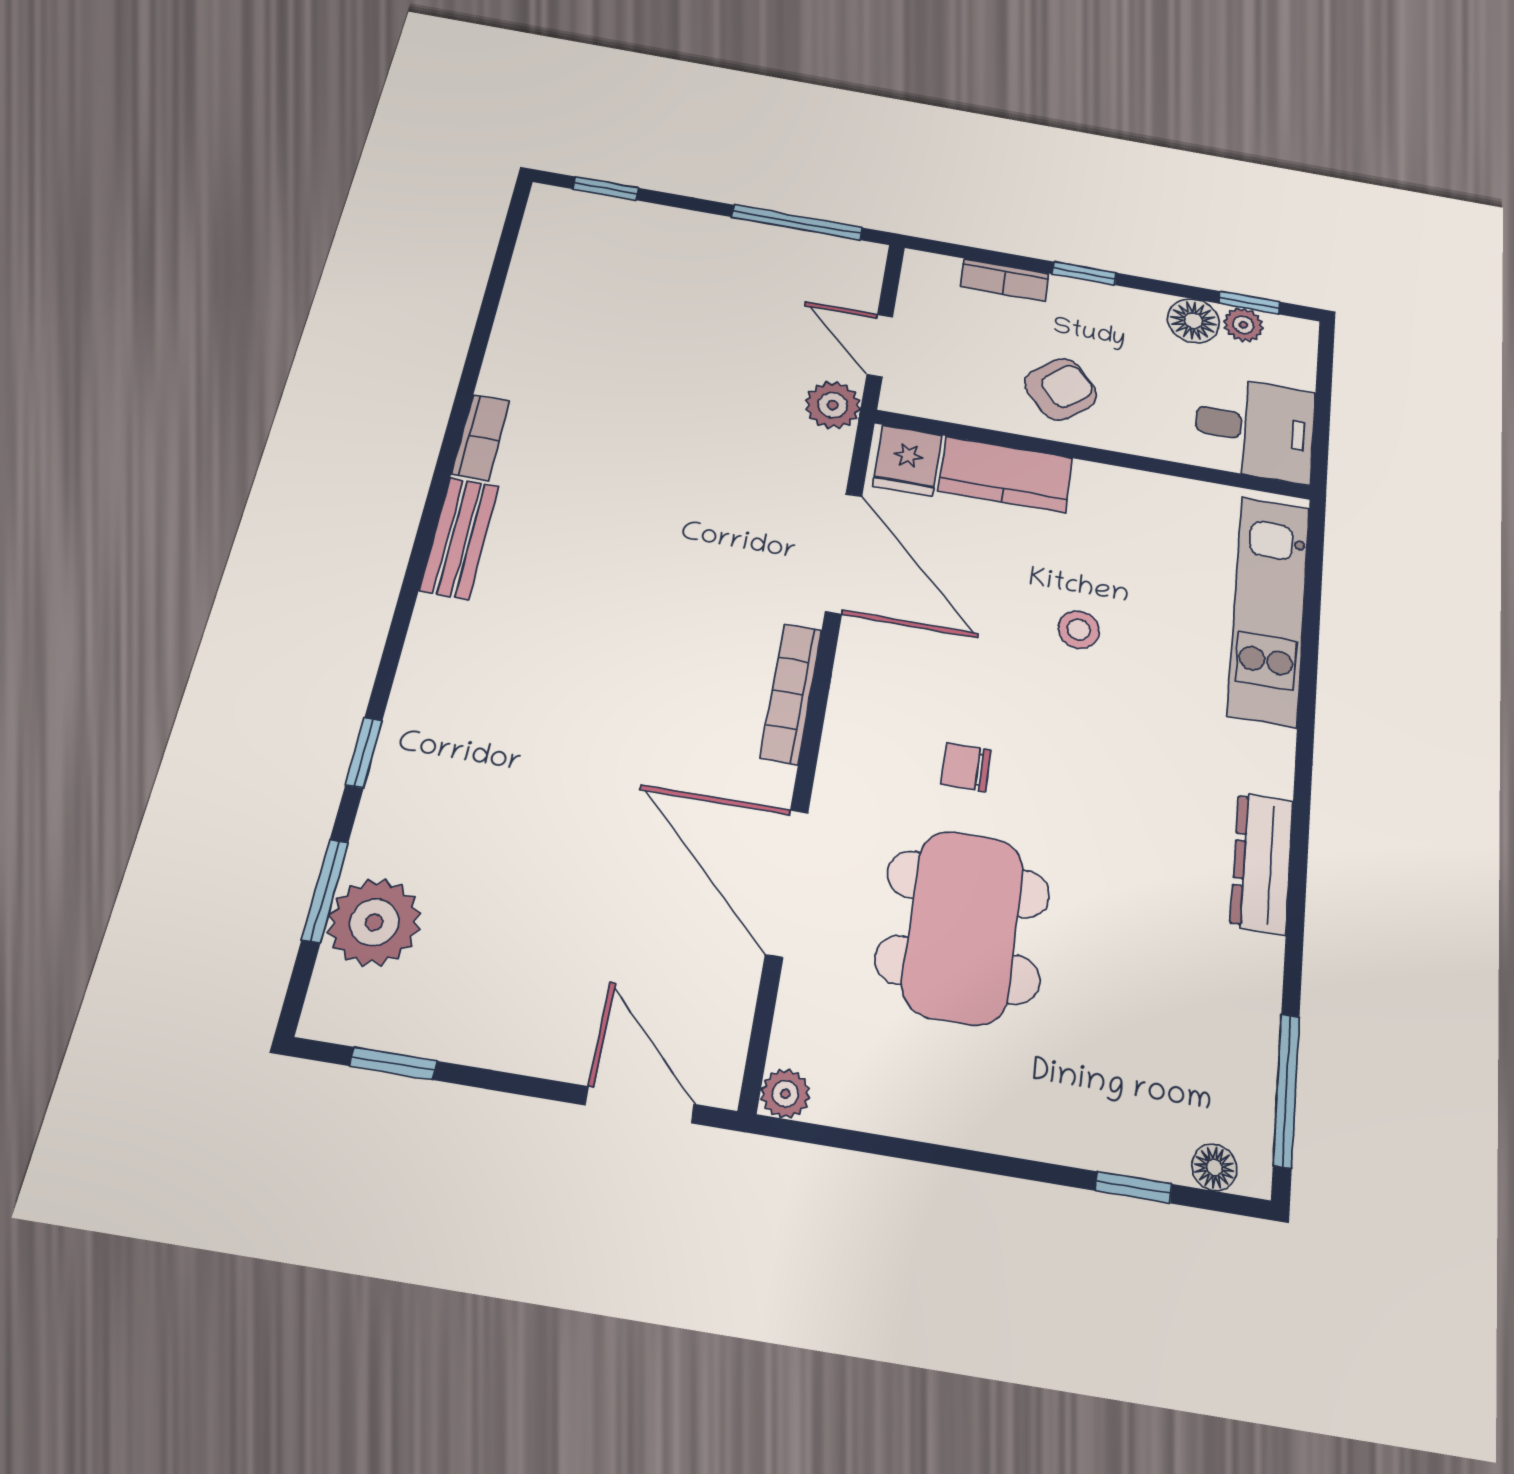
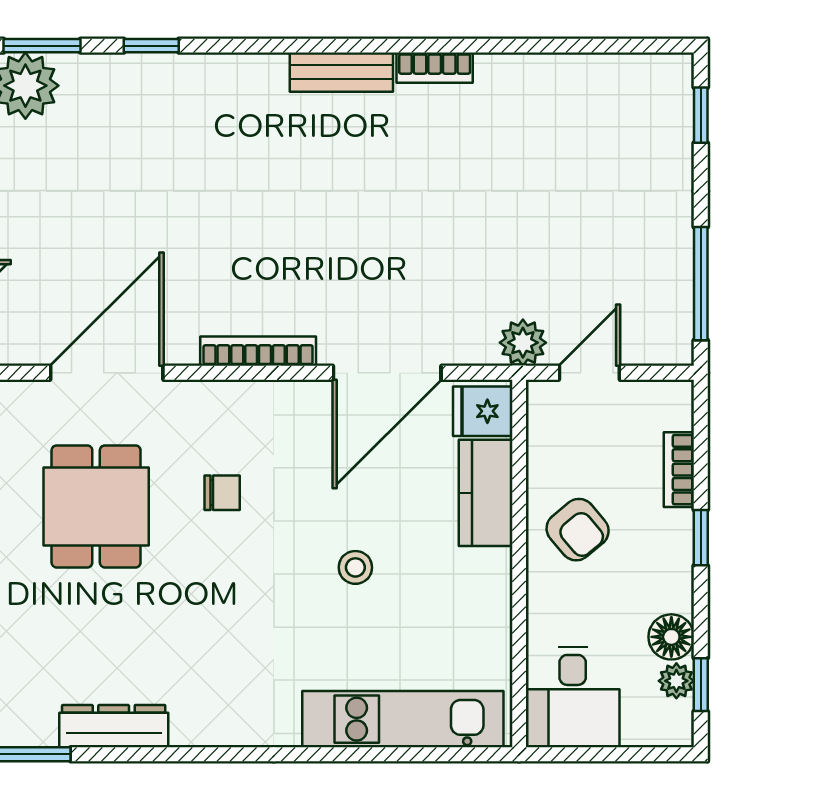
chair: (966, 767) -> (222, 493), turned 90
dresser: (1262, 863) -> (114, 726), moved
dining table: (963, 927) -> (96, 506), width x0.73

